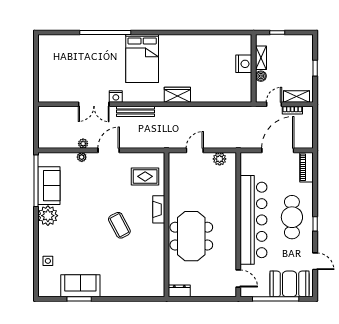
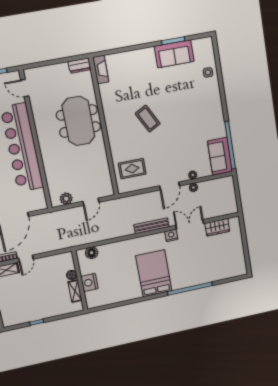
shelving: (261, 58) -> (75, 291), moved
nightstand: (244, 64) -> (89, 282), moved
wall: (254, 68) -> (80, 280), moved
boiler: (261, 76) -> (72, 275), moved
wardrobe: (177, 95) -> (217, 227), moved
floor lamp: (204, 96) -> (92, 253), added
sofa: (49, 186) -> (220, 156), moved
fireplace: (159, 209) -> (101, 70), moved
plant: (48, 216) -> (215, 115), removed

